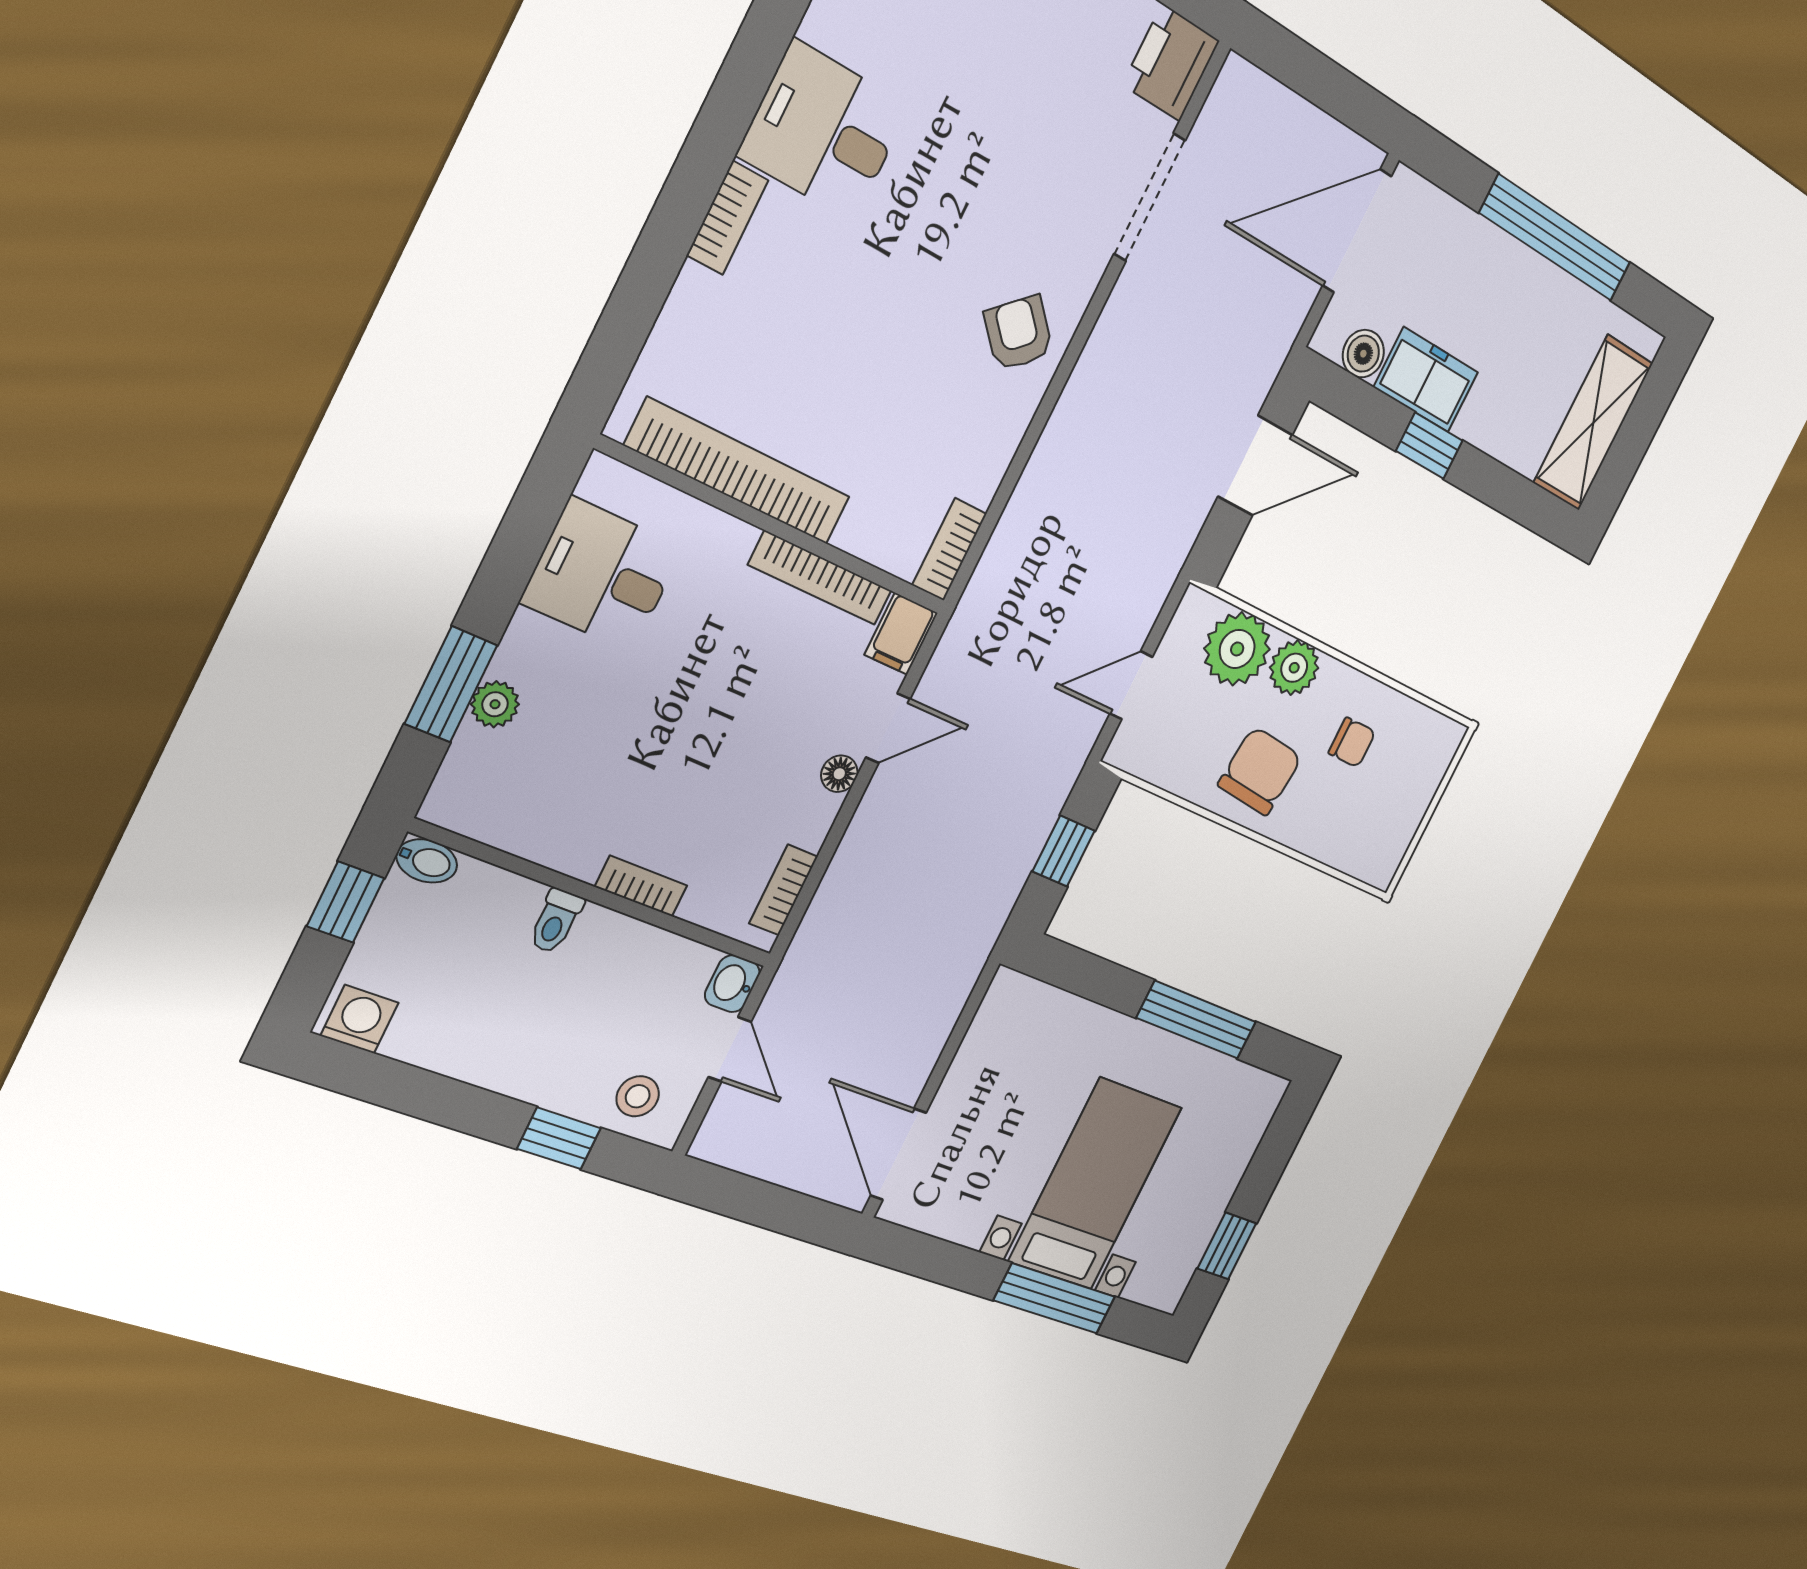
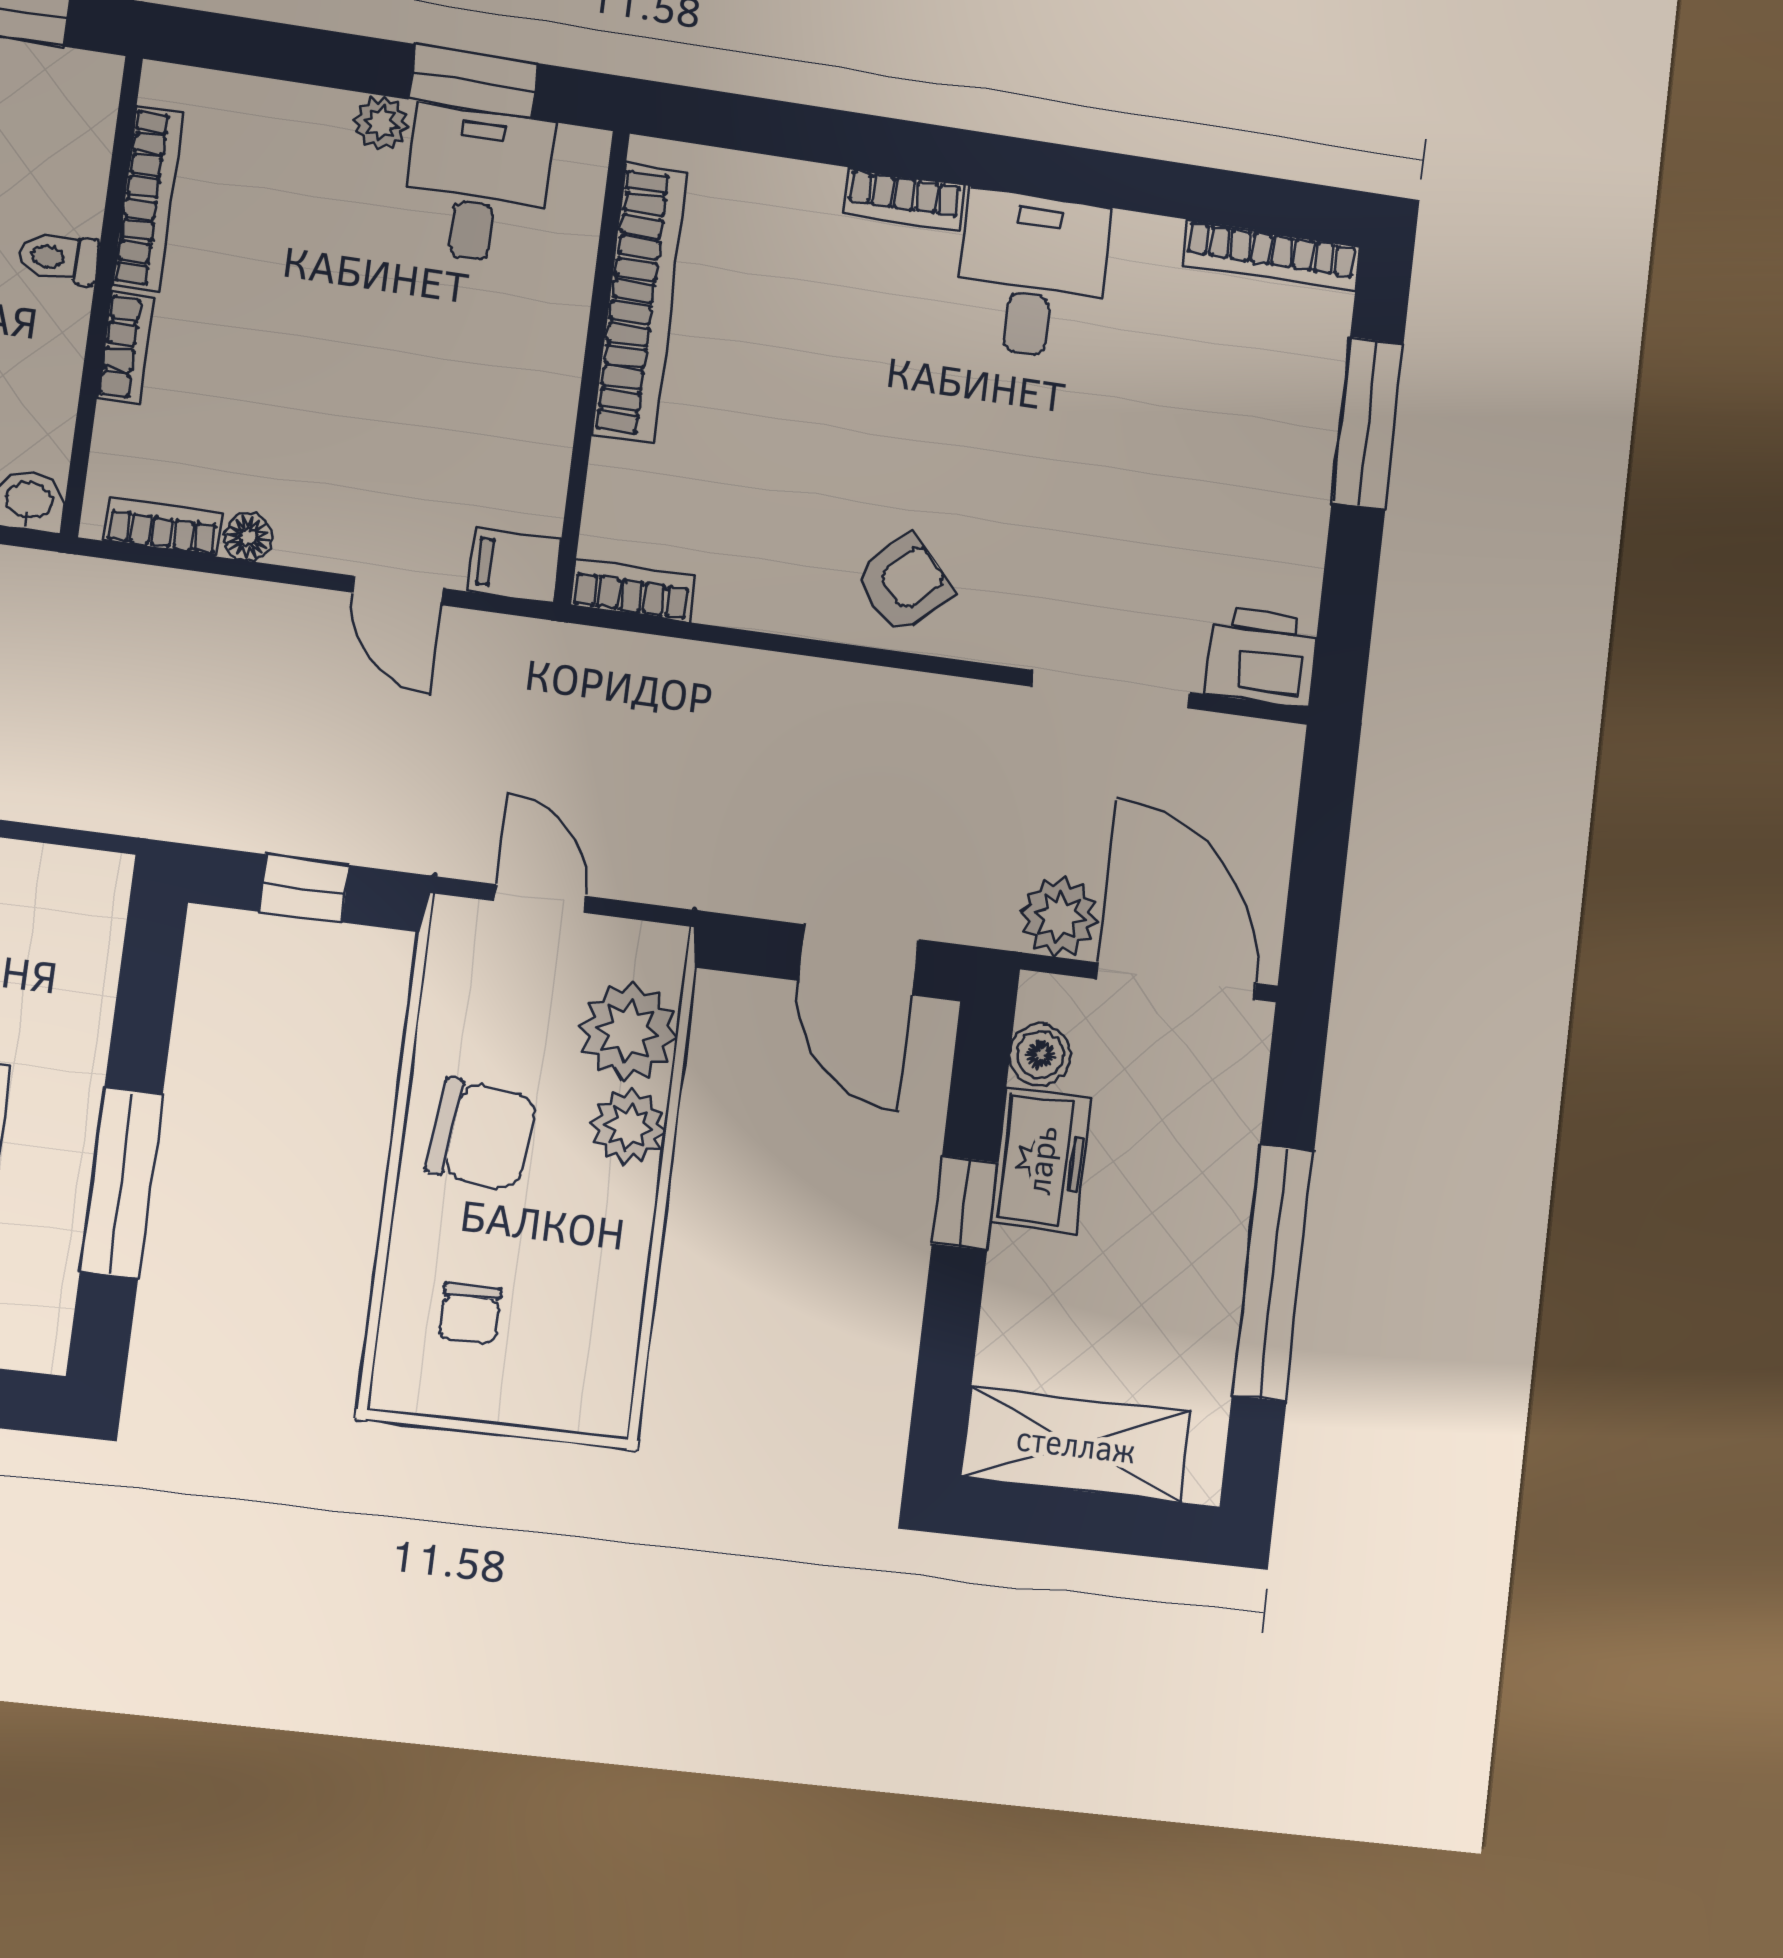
plant: (1284, 303) -> (1059, 917), added
bookcase: (820, 578) -> (148, 199), moved, turned 180
window: (451, 684) -> (474, 81), moved
plant: (495, 704) -> (381, 123), moved
chair: (1352, 742) -> (470, 1314), moved
floor lamp: (839, 774) -> (248, 537), moved
bidet: (427, 861) -> (96, 88), removed

